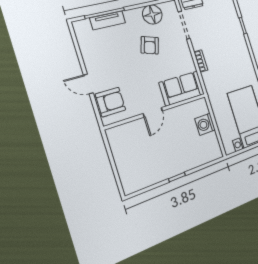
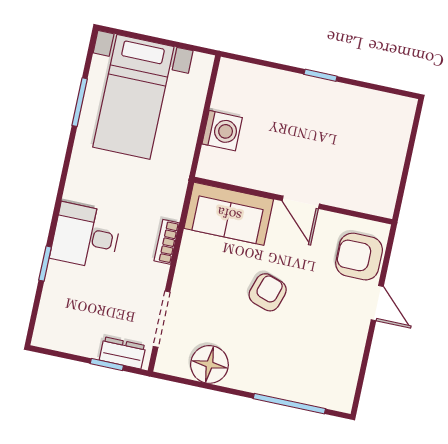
tv unit: (108, 20) -> (291, 389), removed
armchair: (150, 45) -> (268, 292), moved
desk: (234, 46) -> (86, 236), added
door: (153, 112) -> (301, 202), swing flipped

